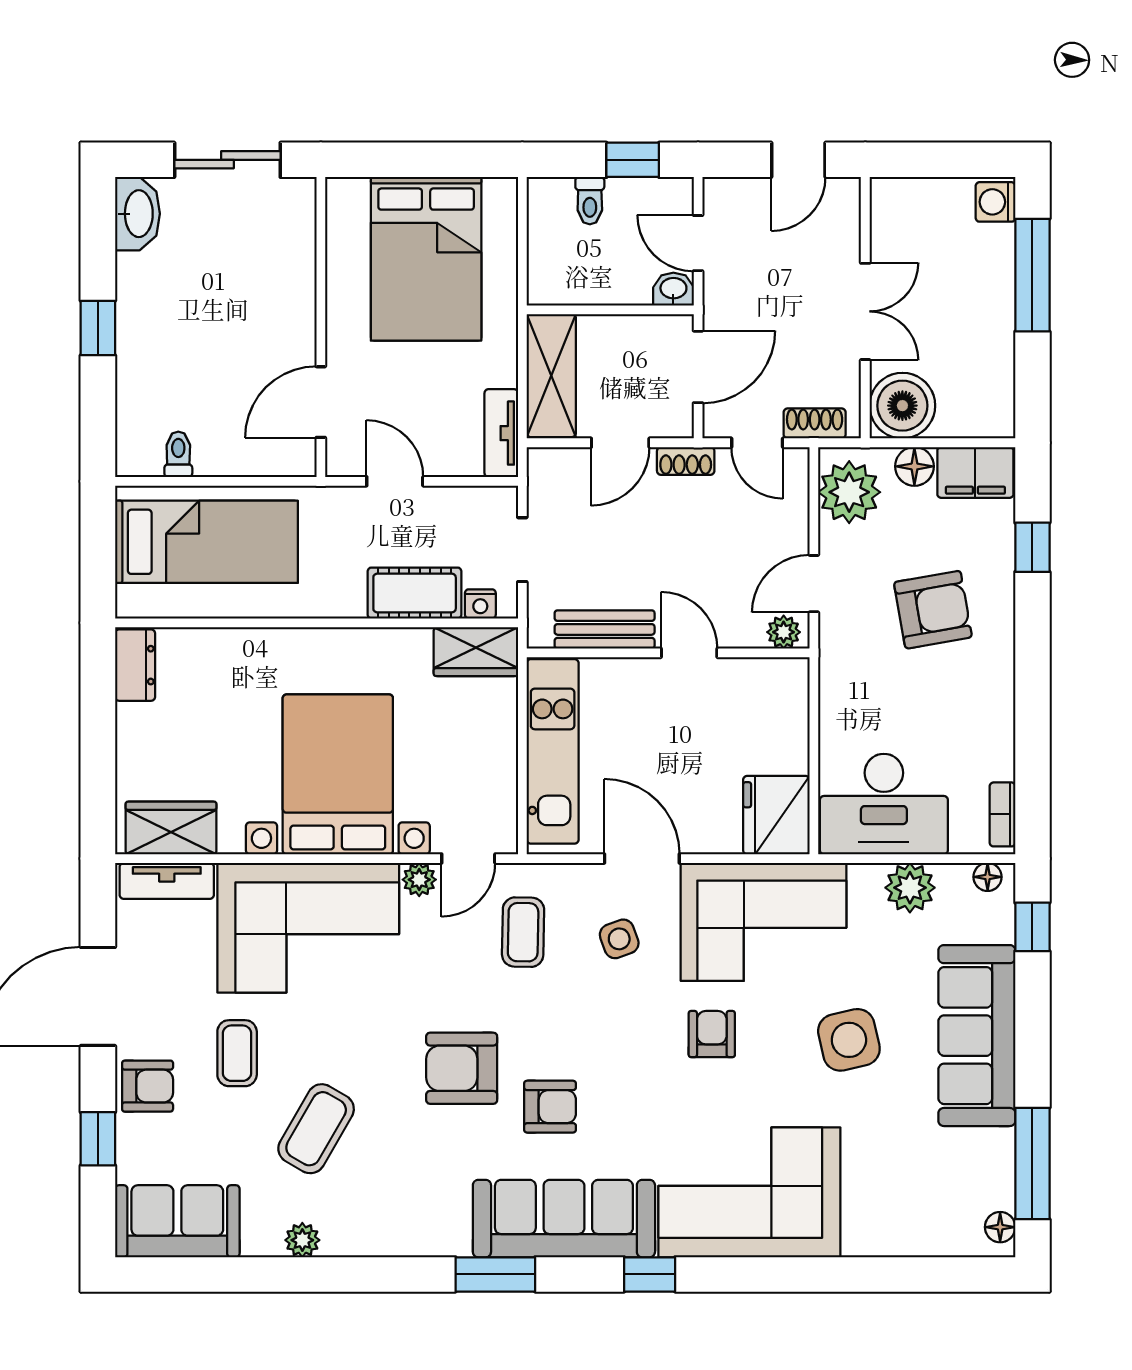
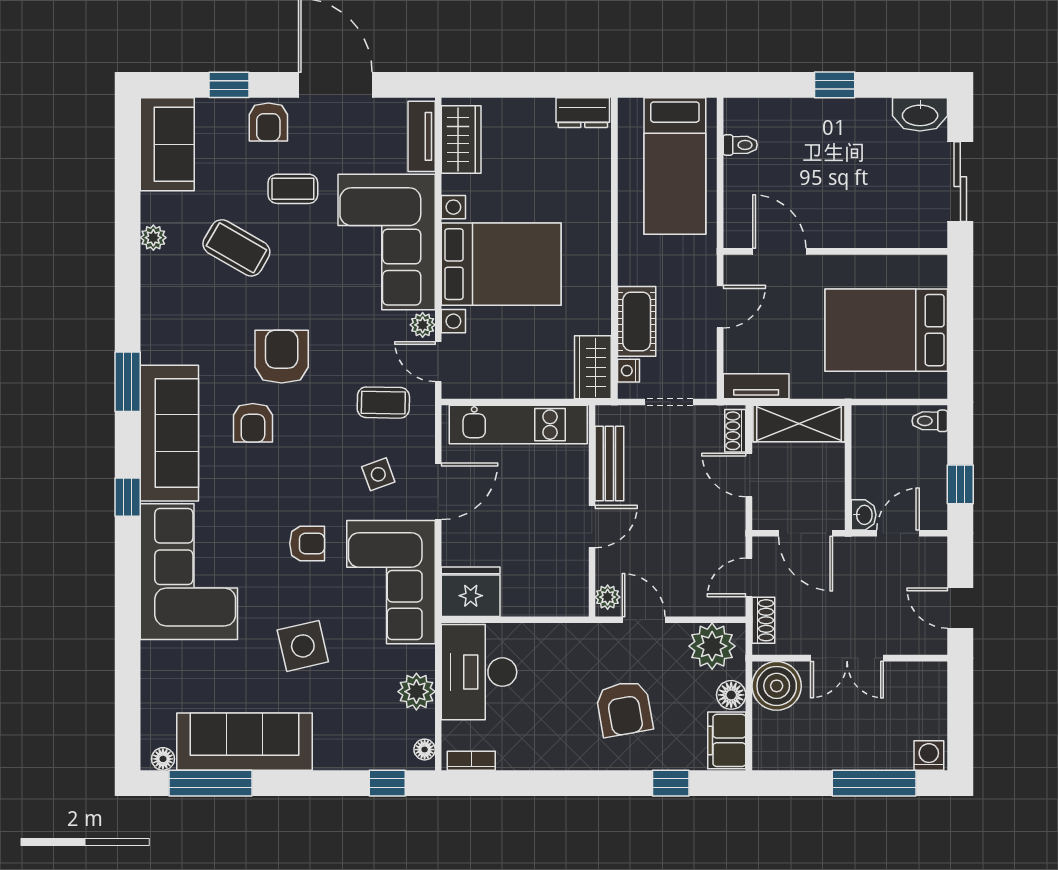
toilet: (590, 201) -> (930, 421), moved
shoe rack: (686, 461) -> (735, 431), moved
sofa: (977, 1036) -> (244, 742), moved

